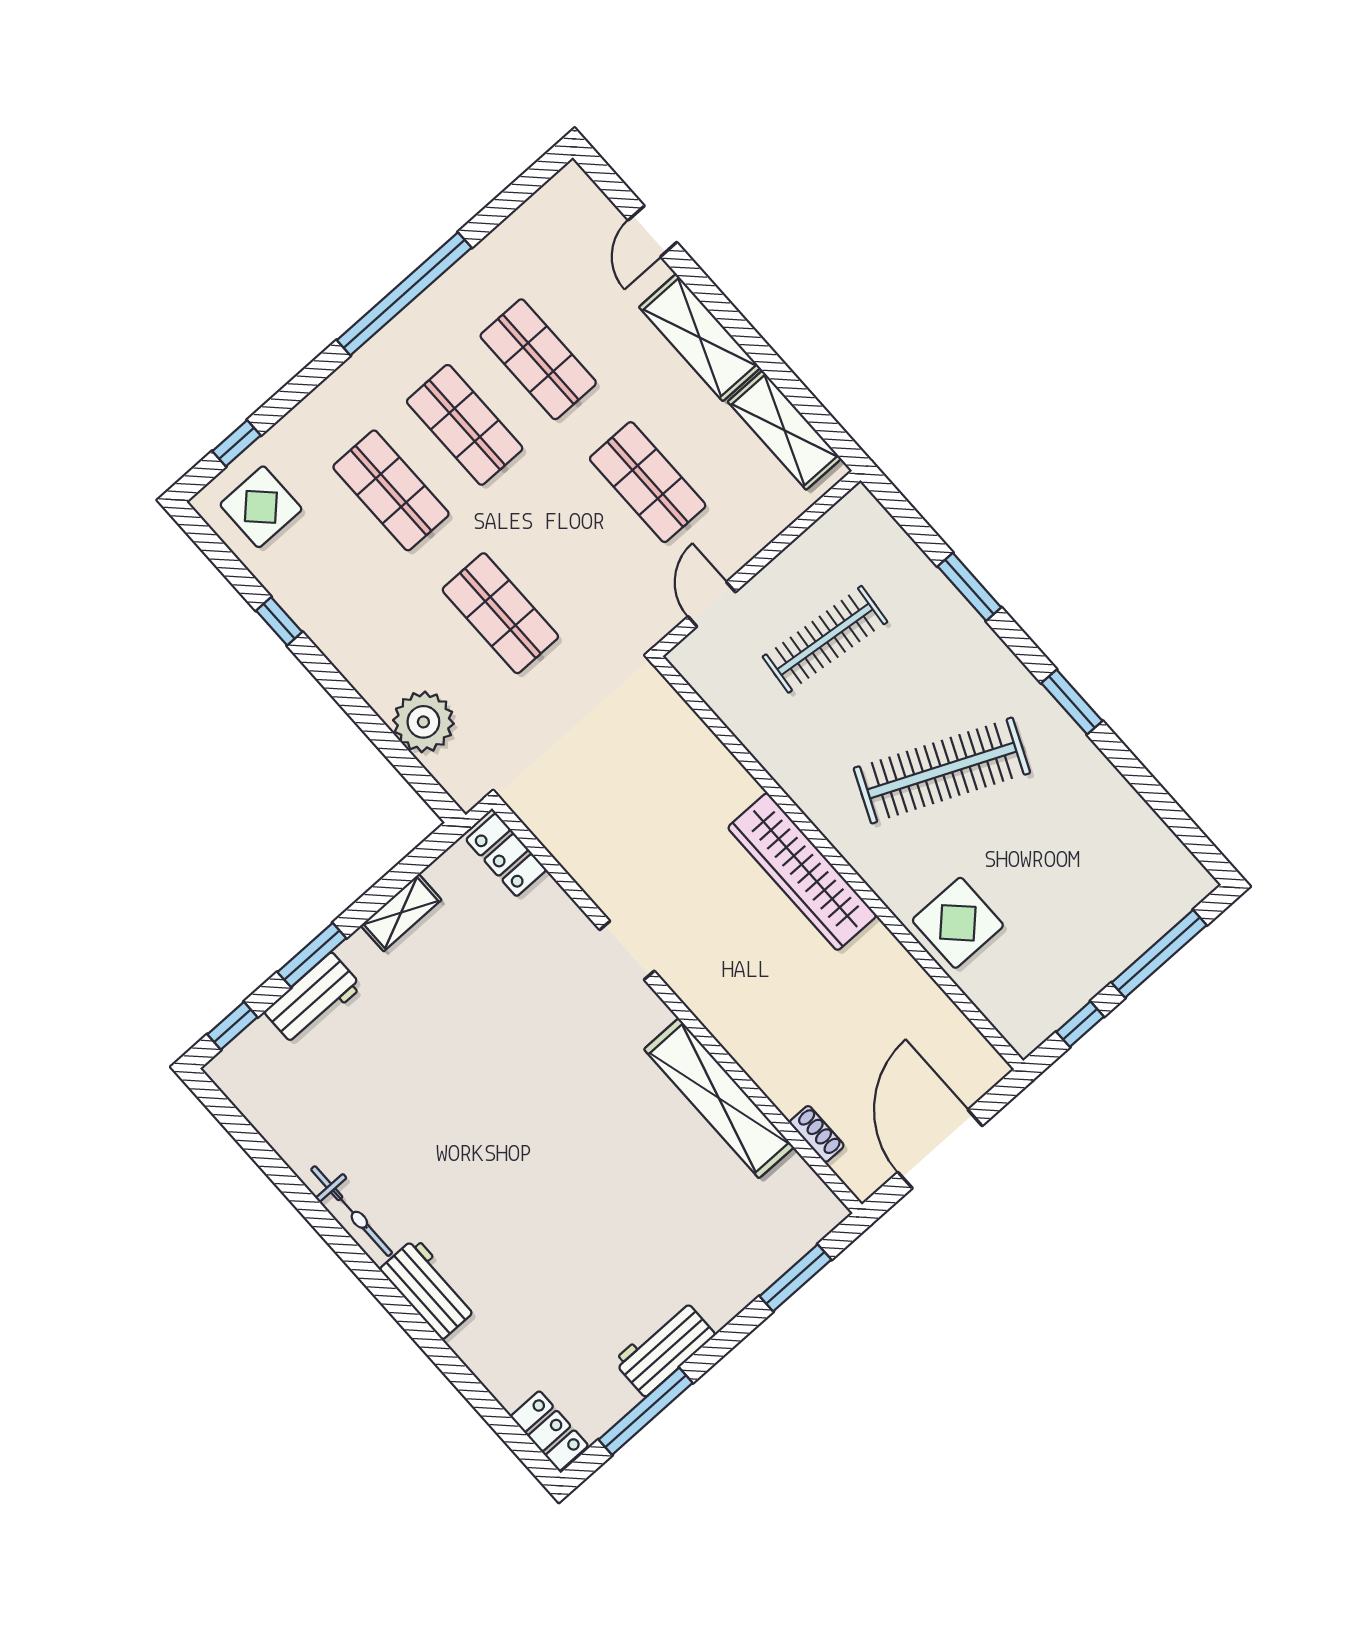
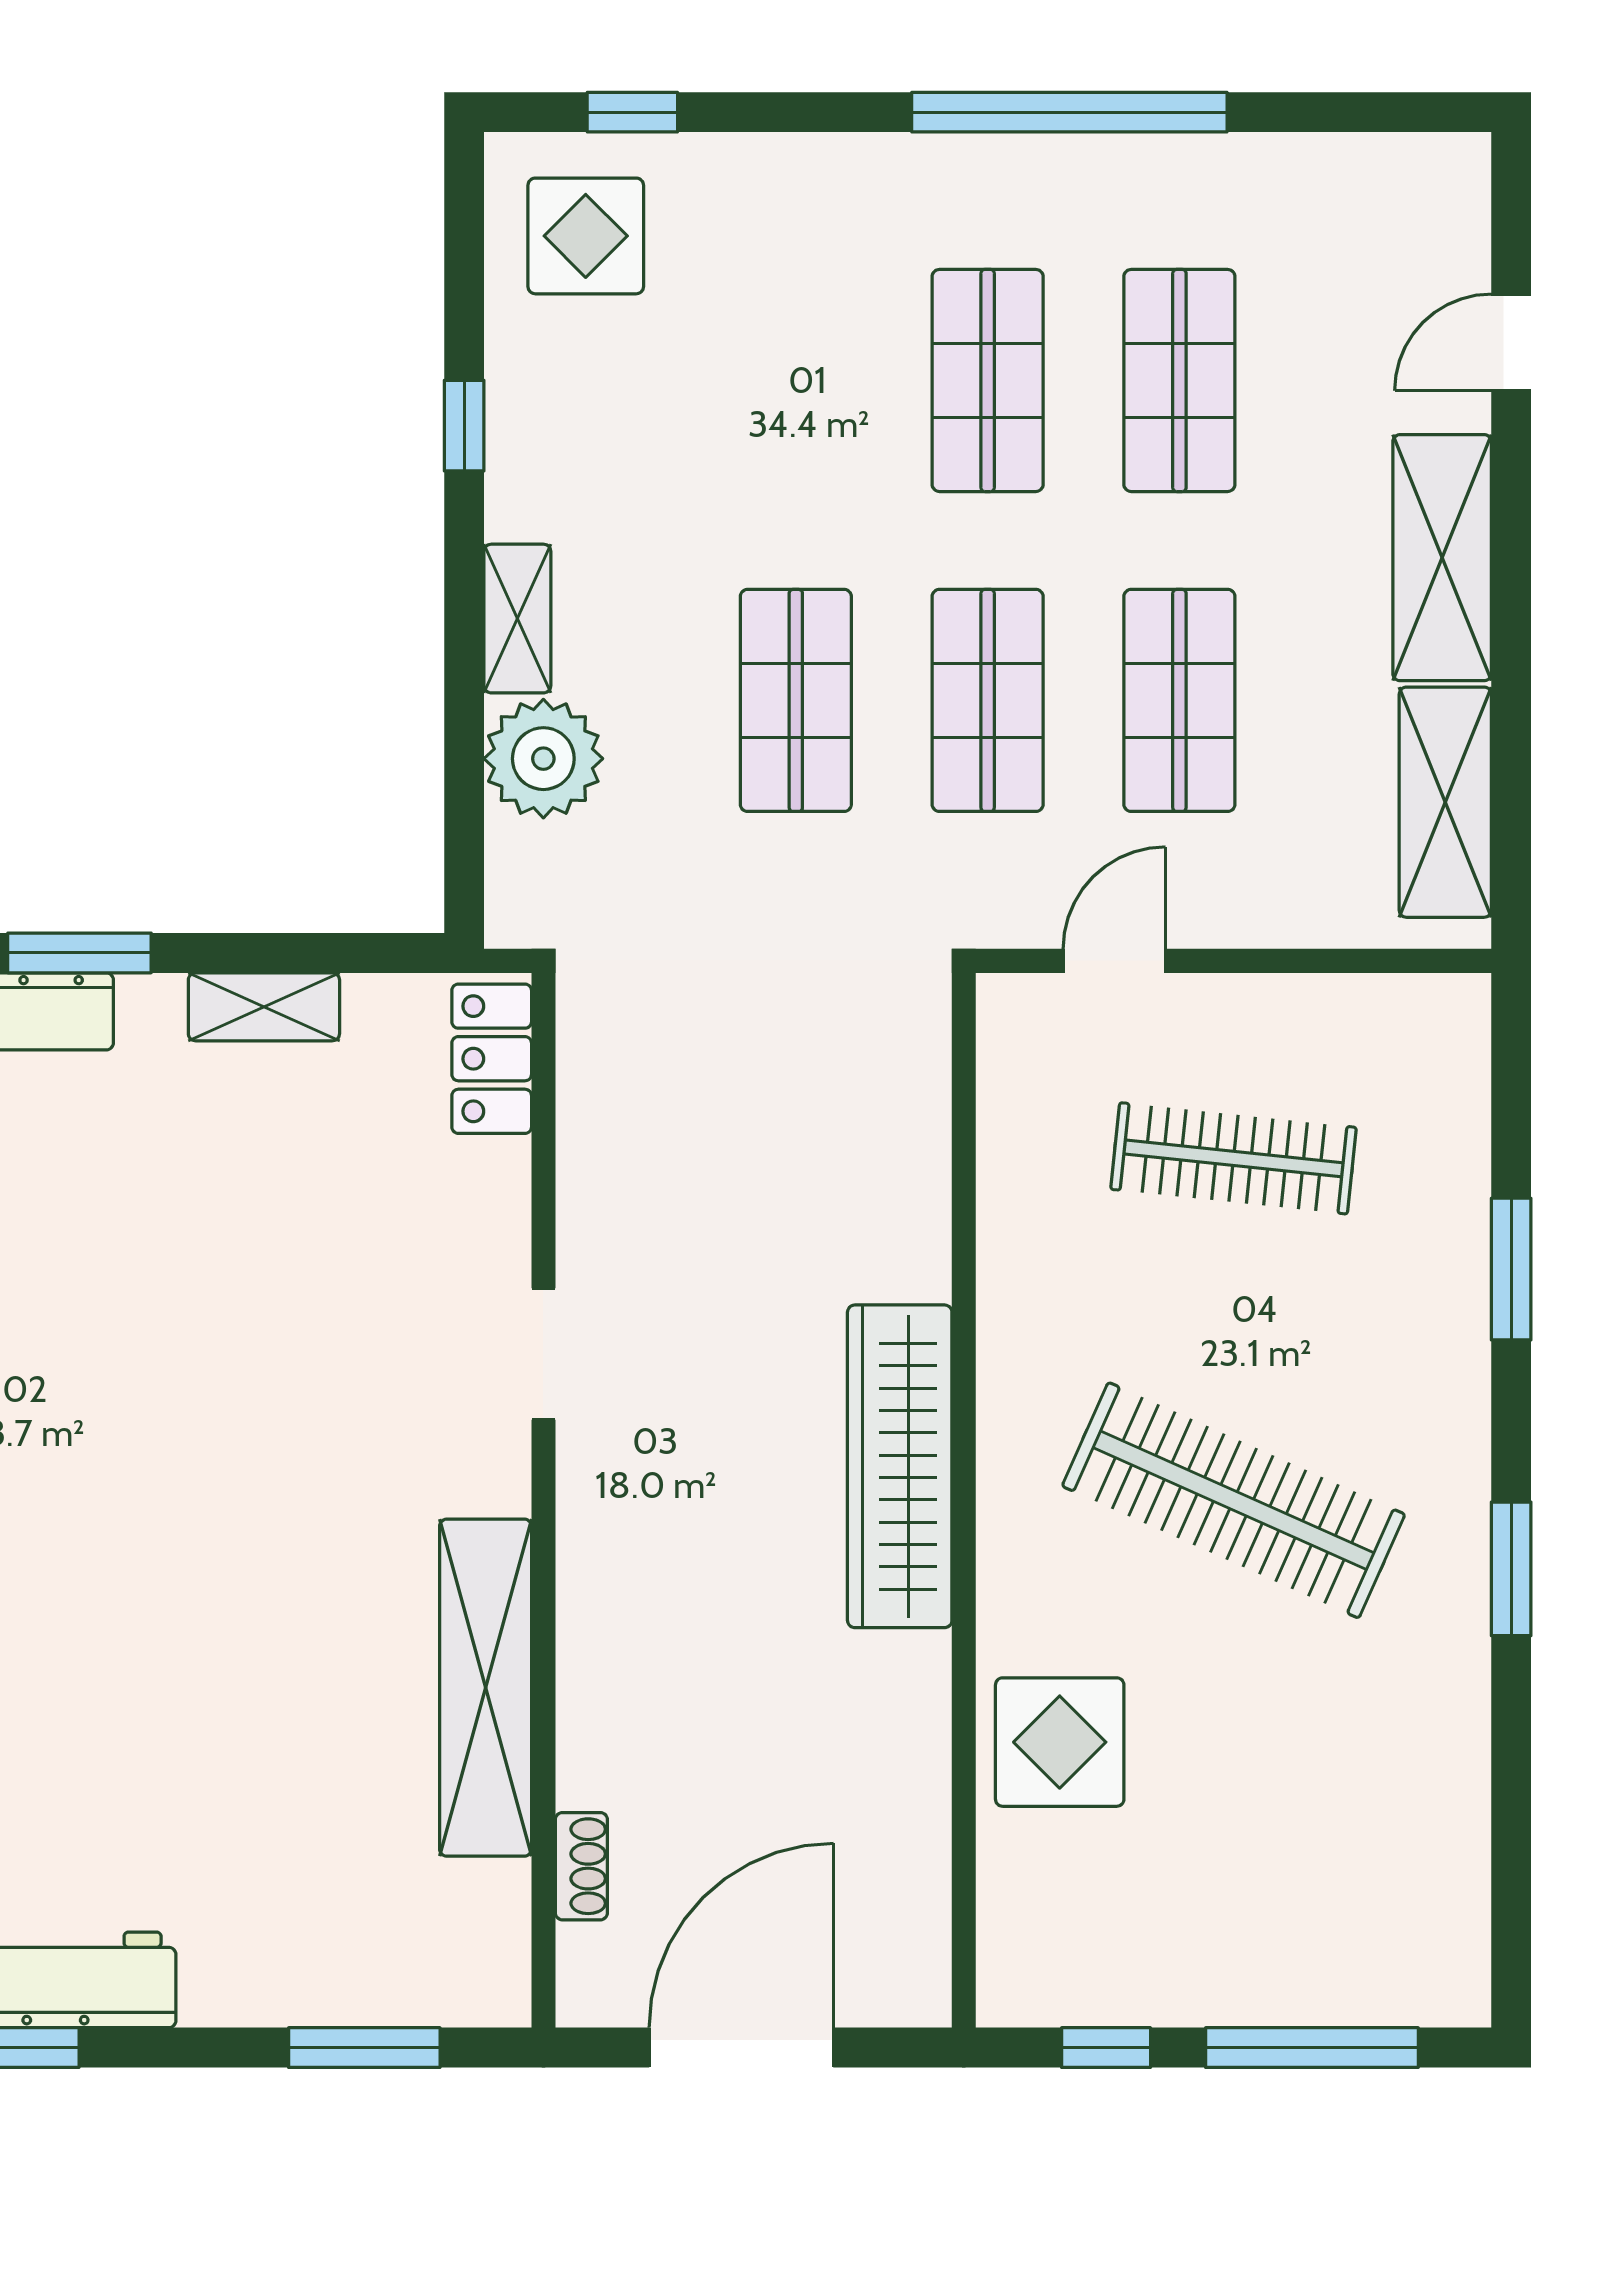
shop shelf: (391, 490) -> (988, 700), moved
shelving: (366, 677) -> (517, 619), added

